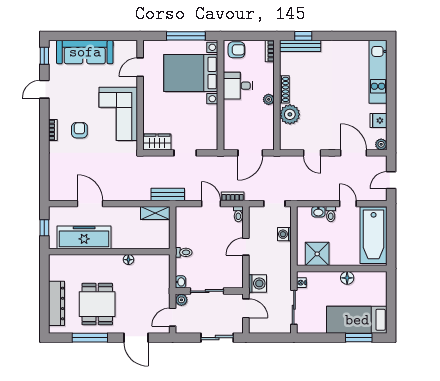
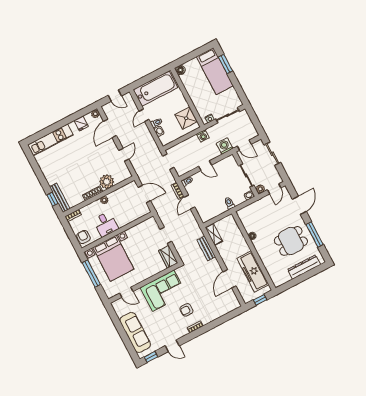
bench: (168, 195) -> (206, 248), moved
washing machine: (284, 234) -> (203, 136), moved
floor lamp: (347, 278) -> (180, 70), moved
door: (246, 308) -> (244, 145), swing flipped
door: (173, 317) -> (274, 189), hinge flipped

